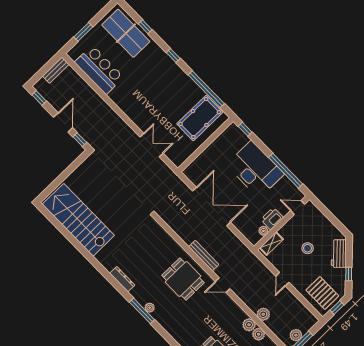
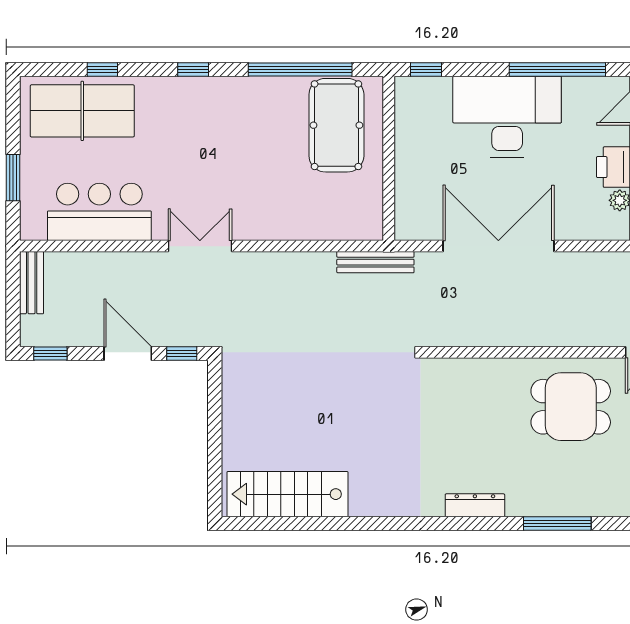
double door: (152, 145) -> (200, 246), moved
stairs: (78, 220) -> (287, 494), width x0.73, depth x0.66
bench: (204, 256) -> (375, 262), moved
plant: (150, 308) -> (564, 506), removed

